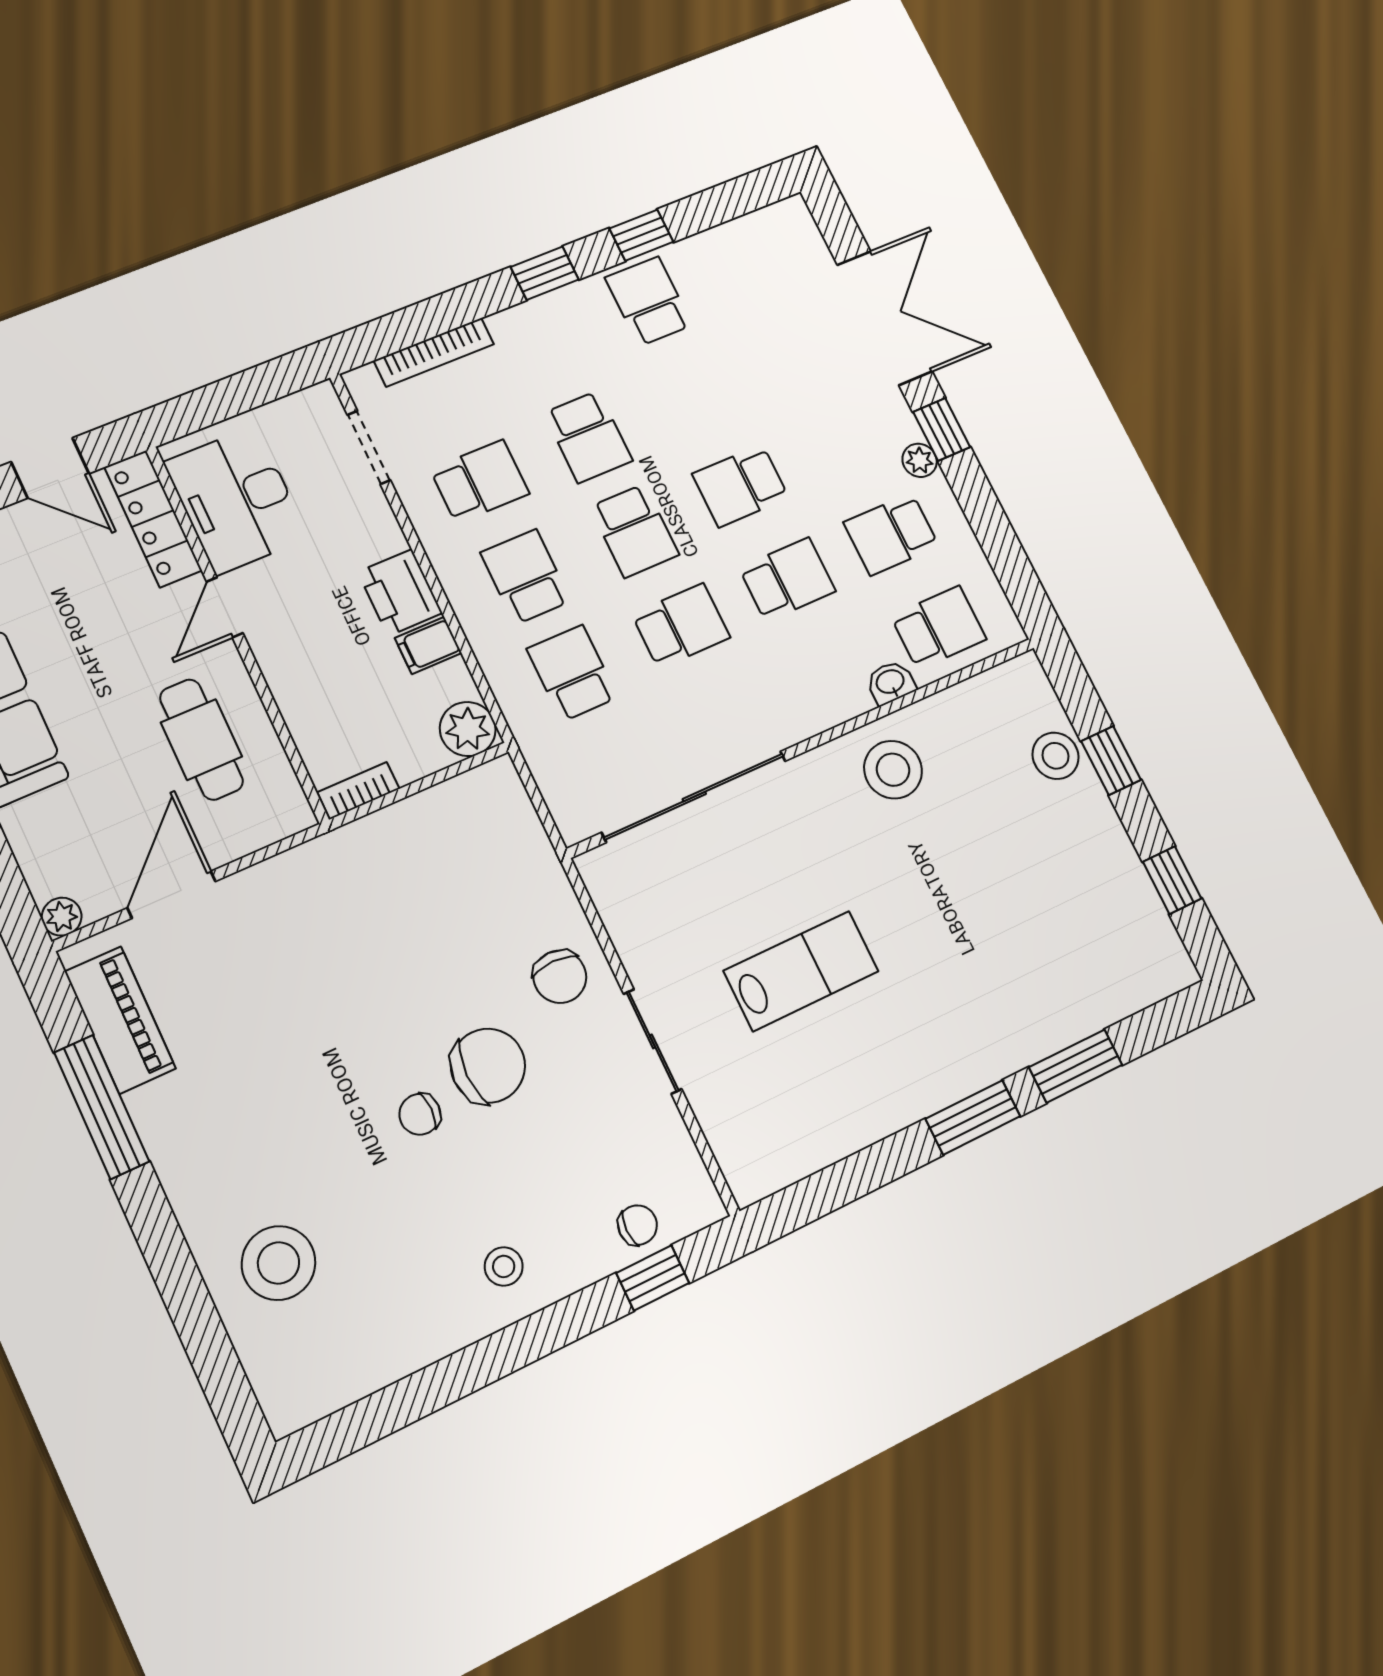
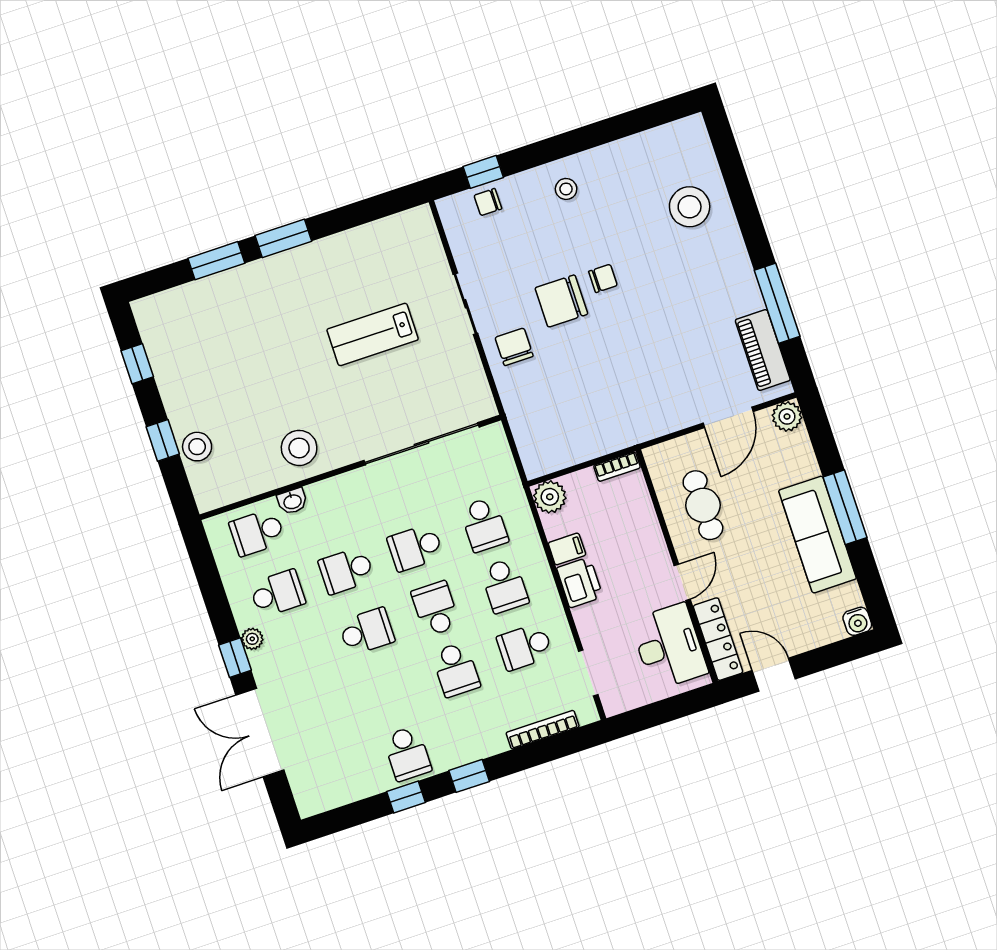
school desk: (588, 437) -> (456, 670), turned 180
plant: (62, 917) -> (787, 416), width x1.38, depth x1.38

